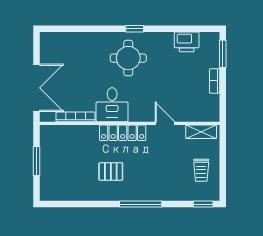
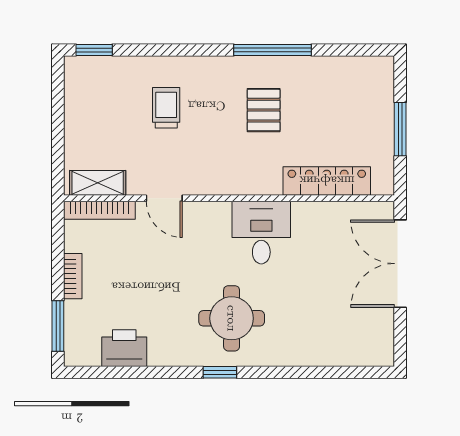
bookcase: (76, 117) -> (99, 210), moved
locker: (123, 133) -> (327, 181), moved
trolley: (201, 170) -> (166, 108), moved
pallet: (111, 171) -> (264, 110), turned 90
window: (141, 204) -> (273, 50), moved

